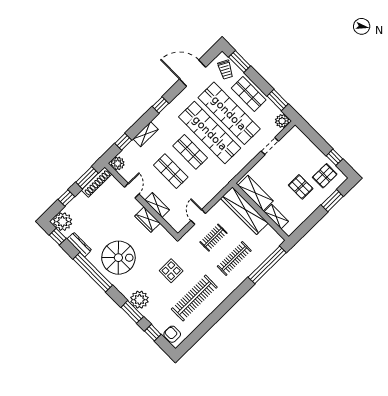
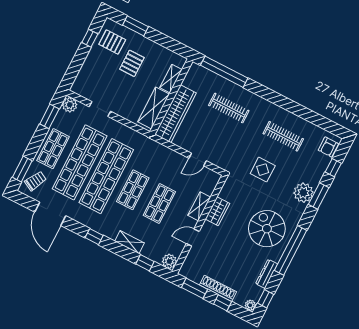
shoe rack: (97, 182) -> (218, 288), moved
plant: (63, 222) -> (250, 305), width x0.53, depth x0.53
clothes rail: (213, 238) -> (214, 137), removed
clothes rail: (194, 298) -> (283, 136), width x0.73, depth x0.76

